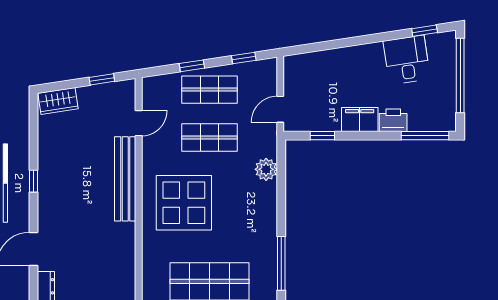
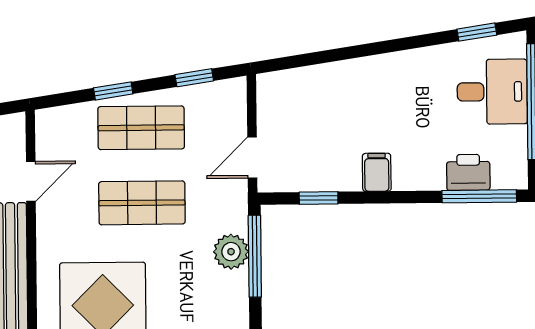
desk: (407, 60) -> (492, 92), moved, turned 99
filing cabinet: (360, 120) -> (377, 172), width x0.50
printer: (393, 120) -> (468, 172), moved
window: (281, 172) -> (255, 256), added

